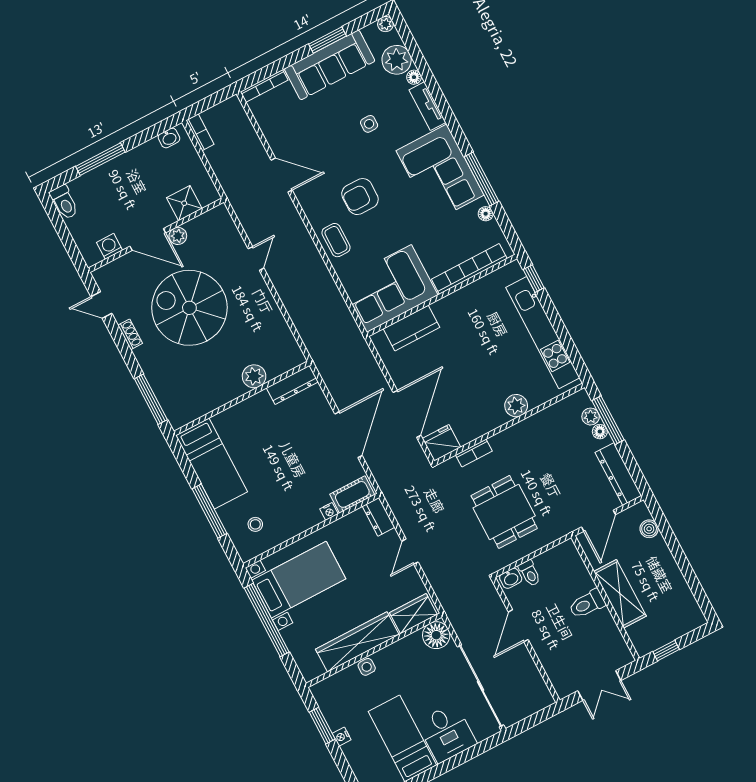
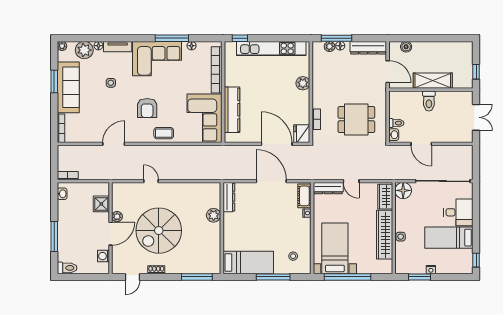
kitchen counter: (411, 328) -> (232, 110), width x1.50
dresser: (379, 517) -> (328, 188), width x1.44

